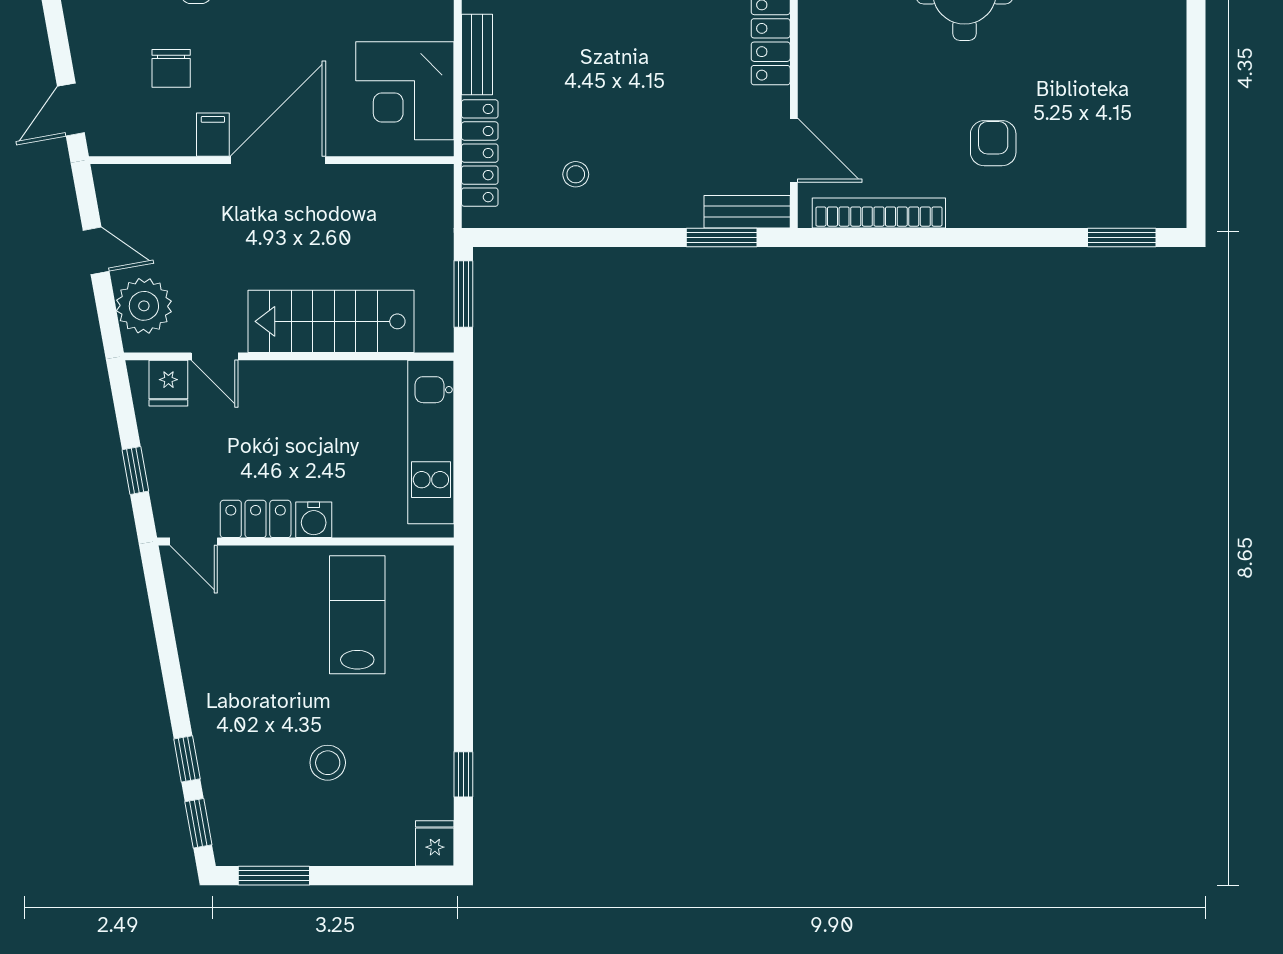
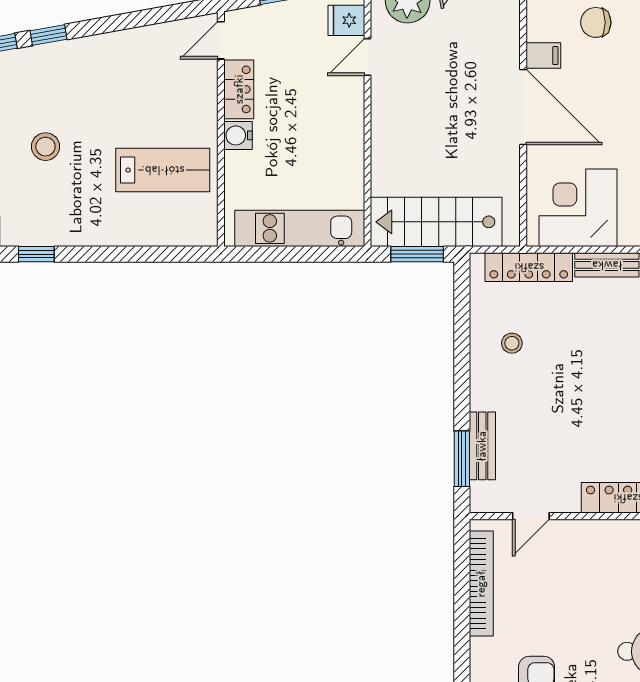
door: (794, 150) -> (531, 516), width x0.73
bench: (747, 212) -> (482, 446), moved
stairs: (331, 321) -> (436, 222), moved, turned -90

